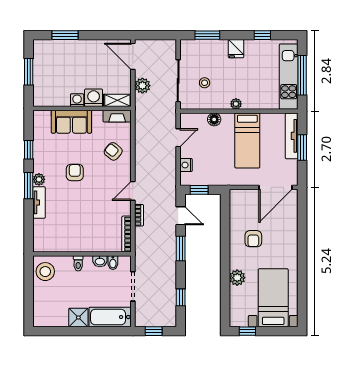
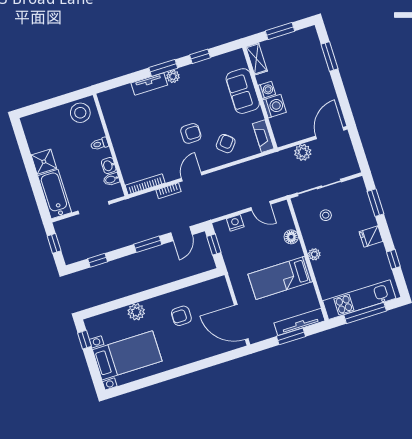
shelving: (117, 100) -> (257, 59), moved
armchair: (75, 172) -> (191, 133), moved
door: (133, 191) -> (192, 177), hinge flipped

